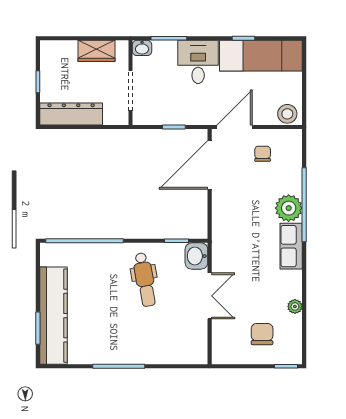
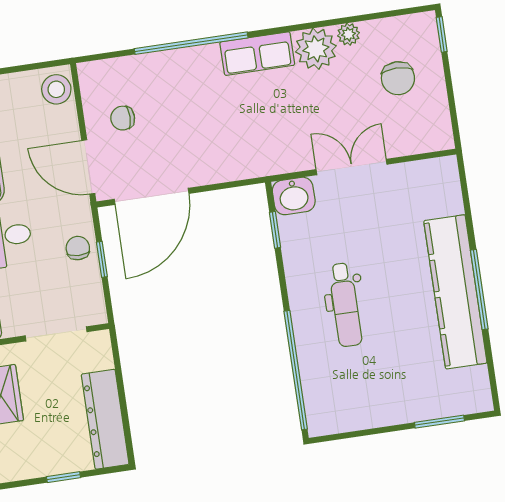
chair: (183, 113) -> (78, 248), added
door: (210, 165) -> (152, 196), hinge flipped
plant: (289, 208) -> (316, 49), moved
dental chair: (145, 280) -> (345, 305), moved, turned 100
kitchen counter: (53, 316) -> (455, 292), moved, turned -90
chair: (262, 334) -> (398, 78), turned -90

